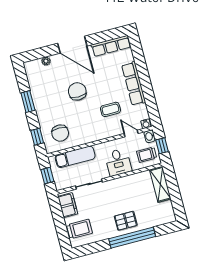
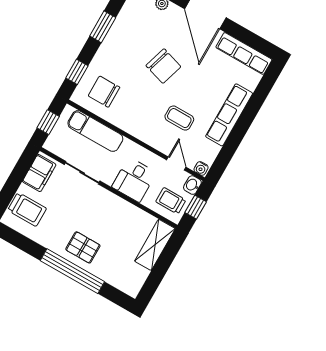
chair: (77, 91) -> (163, 66), turned 107
chair: (60, 133) -> (104, 92), turned 90

